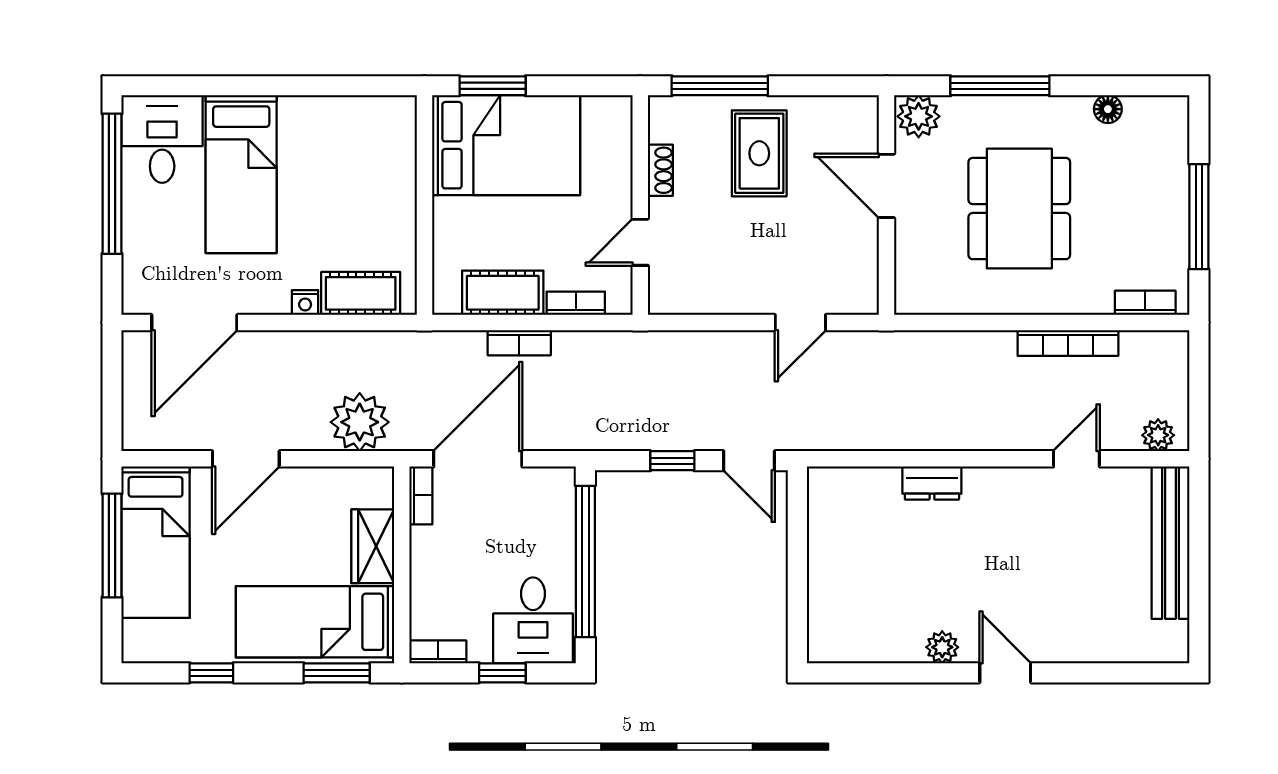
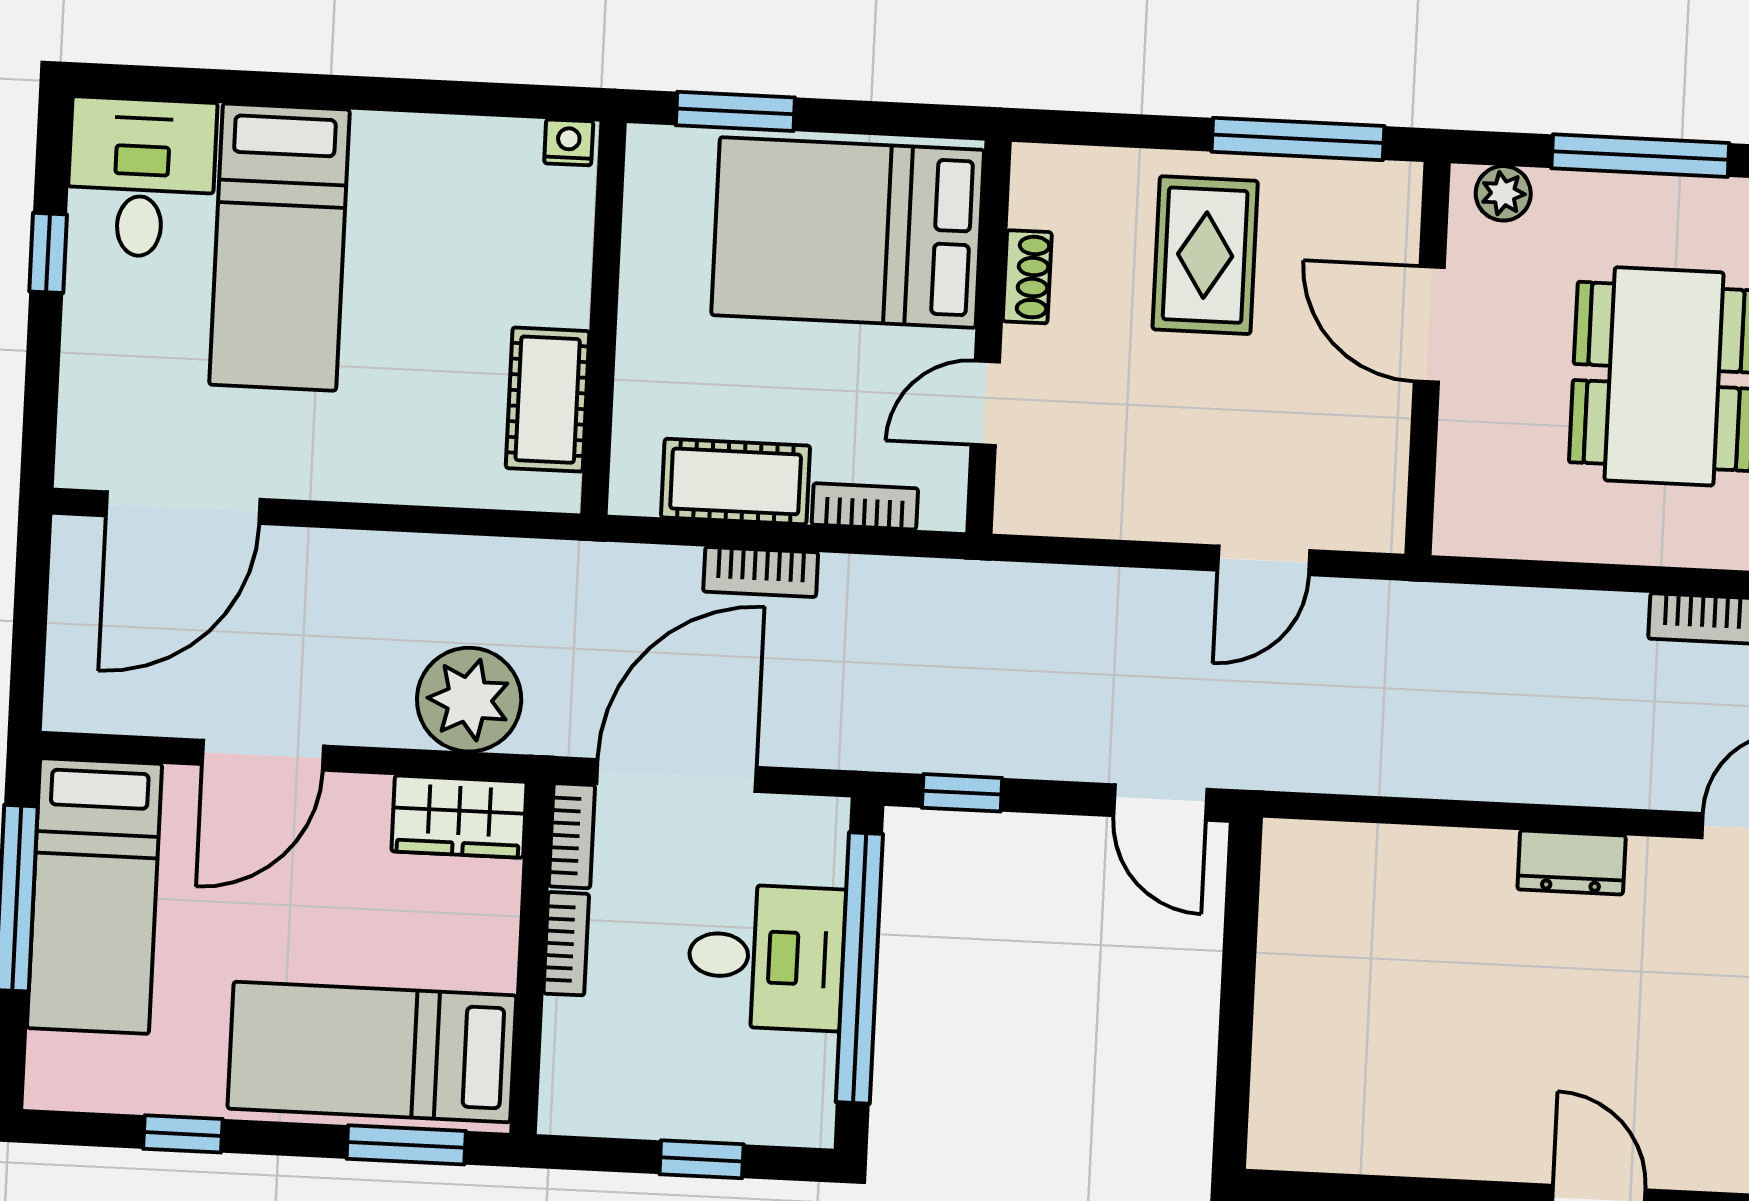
window: (720, 86) -> (1298, 139), moved
plant: (919, 116) -> (1503, 193), width x0.73, depth x0.73
bed: (506, 145) -> (848, 232), moved, turned 180
window: (112, 184) -> (48, 253), width x0.32
cot: (361, 293) -> (548, 400), moved, turned 90
nightstand: (305, 302) -> (569, 142), moved, turned 180
window: (672, 461) -> (962, 793), moved
dresser: (932, 483) -> (1572, 862), moved
wardrobe: (373, 546) -> (459, 817), moved, turned -90
desk: (533, 620) -> (766, 957), moved, turned -90
plant: (942, 647) -> (1488, 1152), removed
bookcase: (438, 652) -> (566, 944), moved, turned 90

